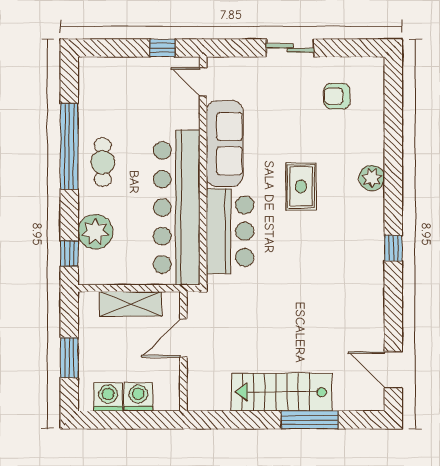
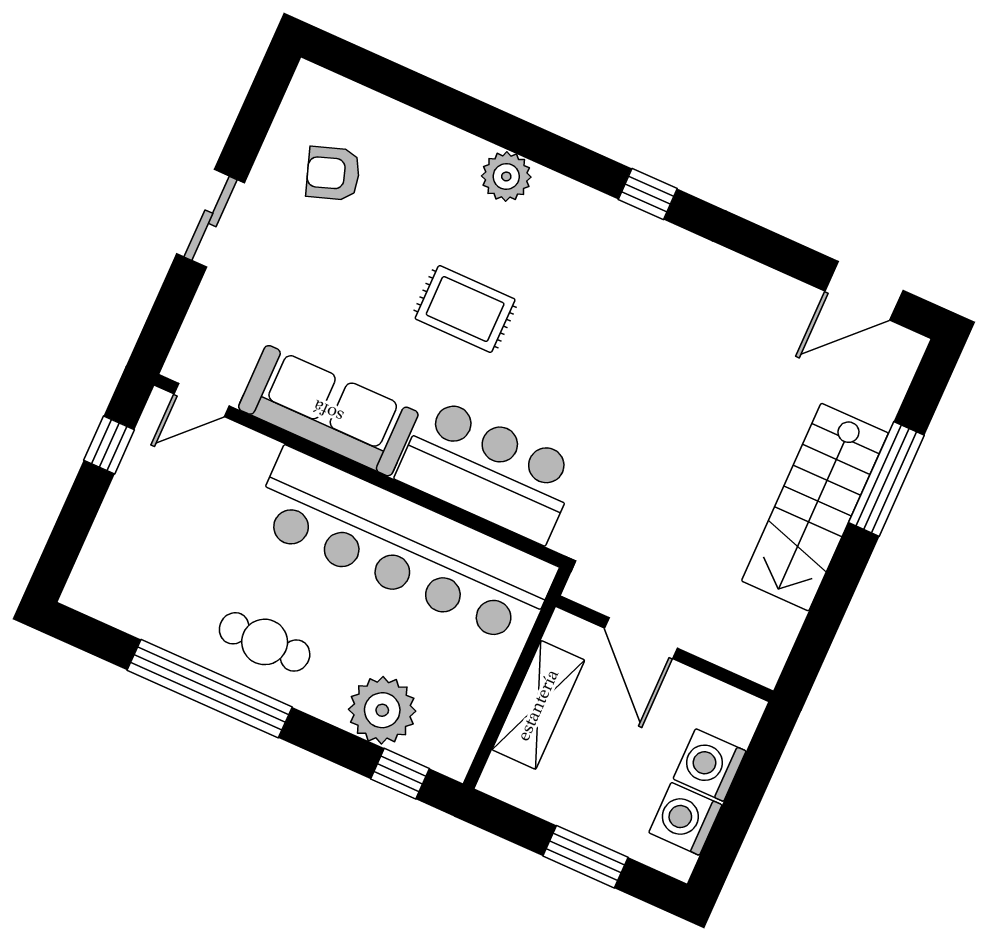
armchair: (337, 96) -> (333, 173), turned 71

